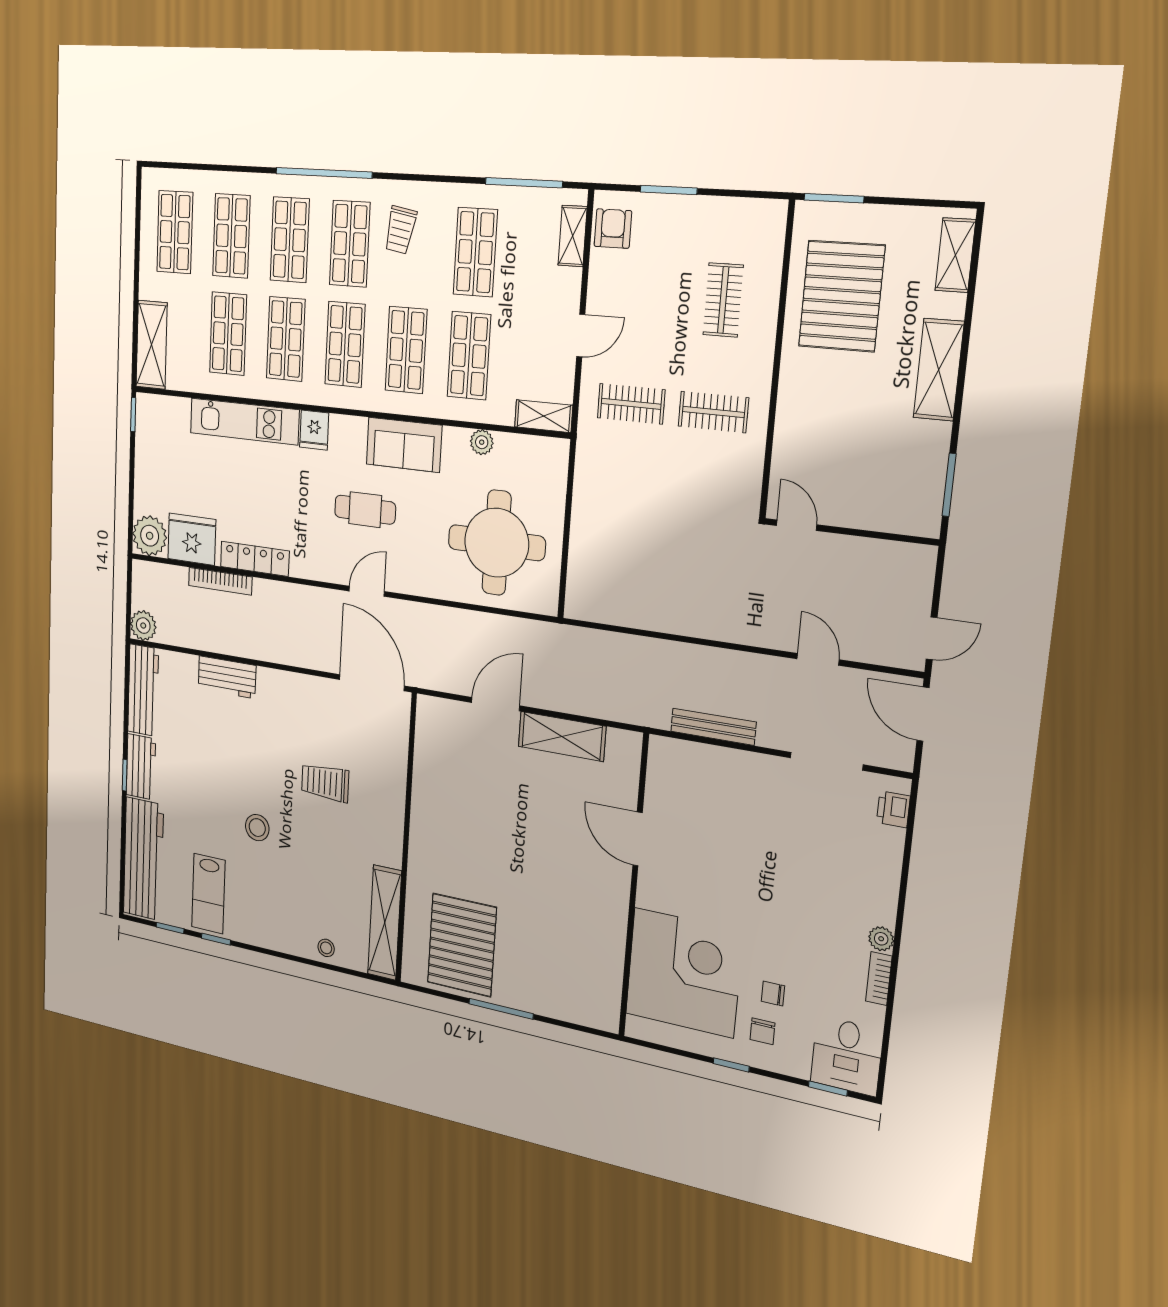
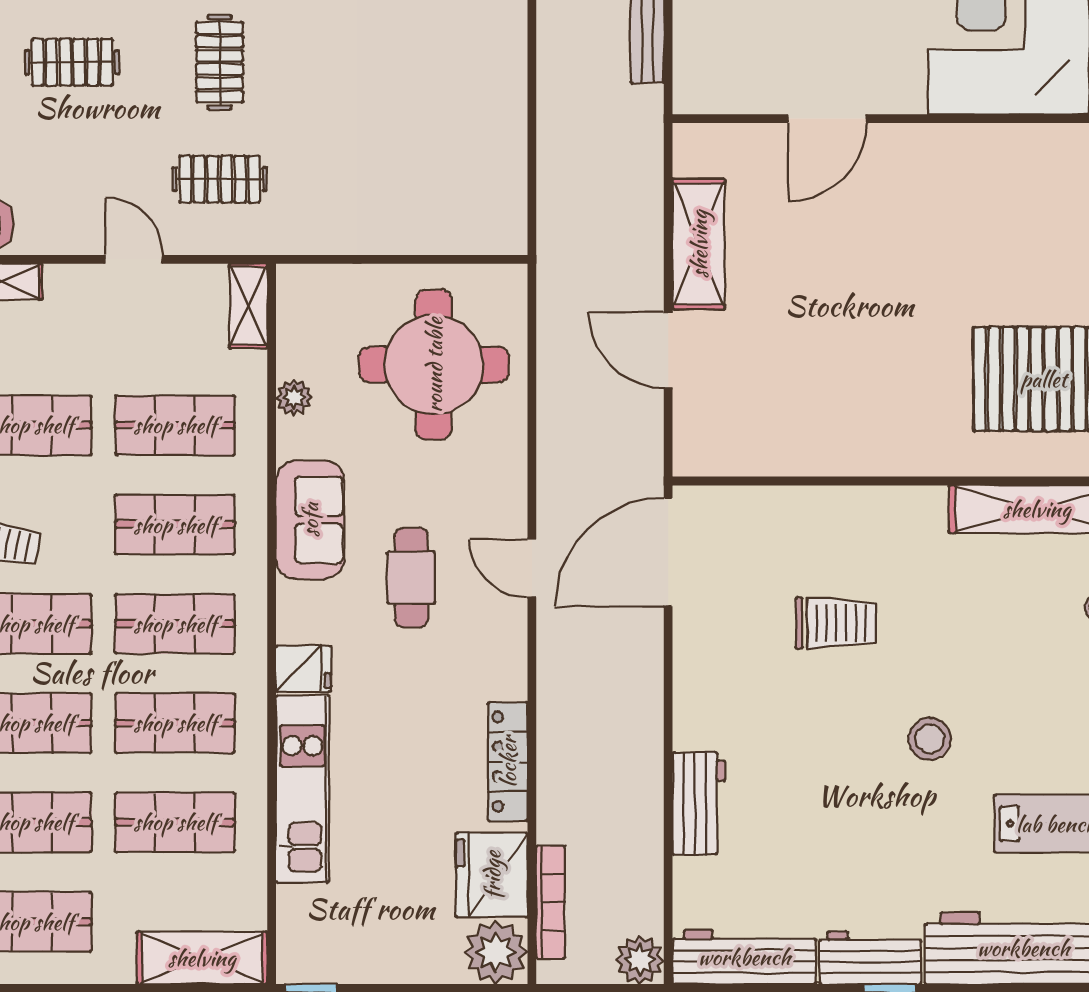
clothes rail: (631, 404) -> (220, 179), turned 90
bookcase: (220, 581) -> (551, 902), moved
trolley: (325, 782) -> (836, 623), turned -90

